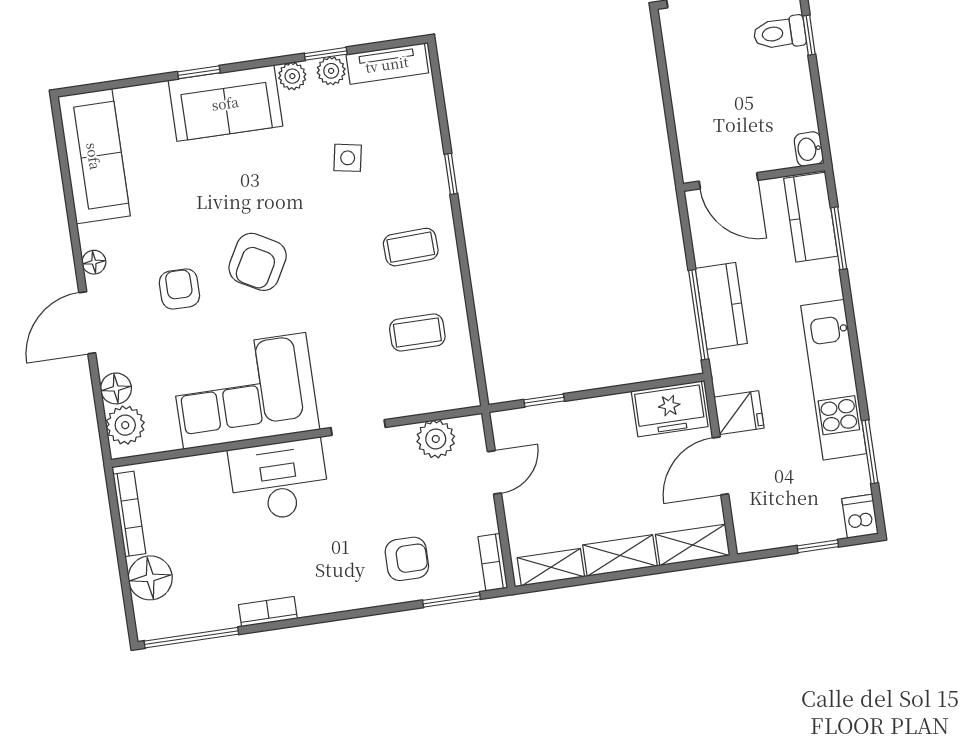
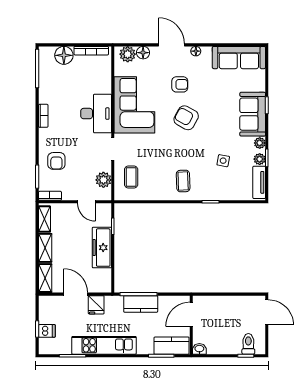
coffee table: (417, 332) -> (131, 177), moved
freezer: (670, 409) -> (102, 248), moved, width x1.40
dishwasher: (860, 516) -> (47, 331), moved
bookcase: (268, 612) -> (43, 116), moved

